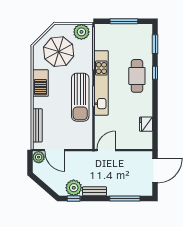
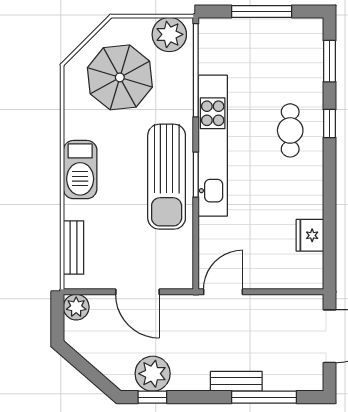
cafe table: (137, 76) -> (290, 130), width x0.73, depth x0.74
barbecue: (40, 83) -> (80, 170), moved
bench: (37, 125) -> (74, 247), width x0.73
door: (55, 150) -> (137, 292), moved
bench: (95, 191) -> (236, 381), moved

